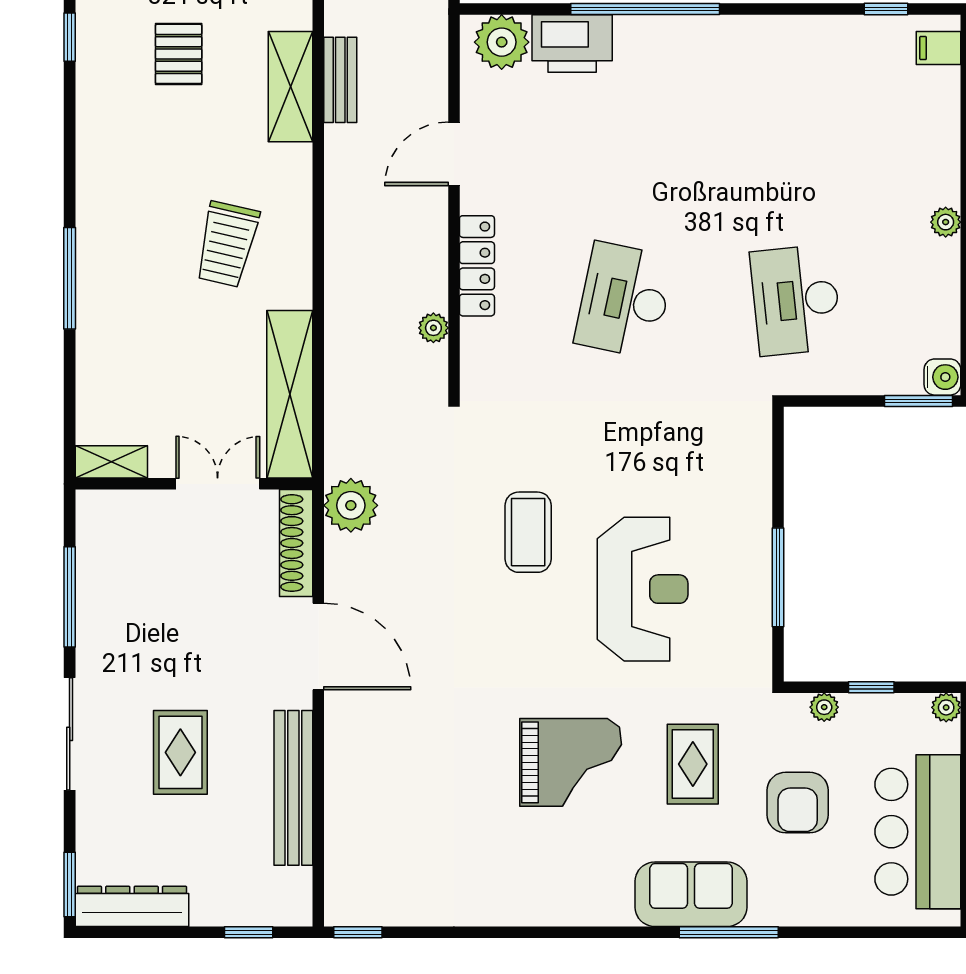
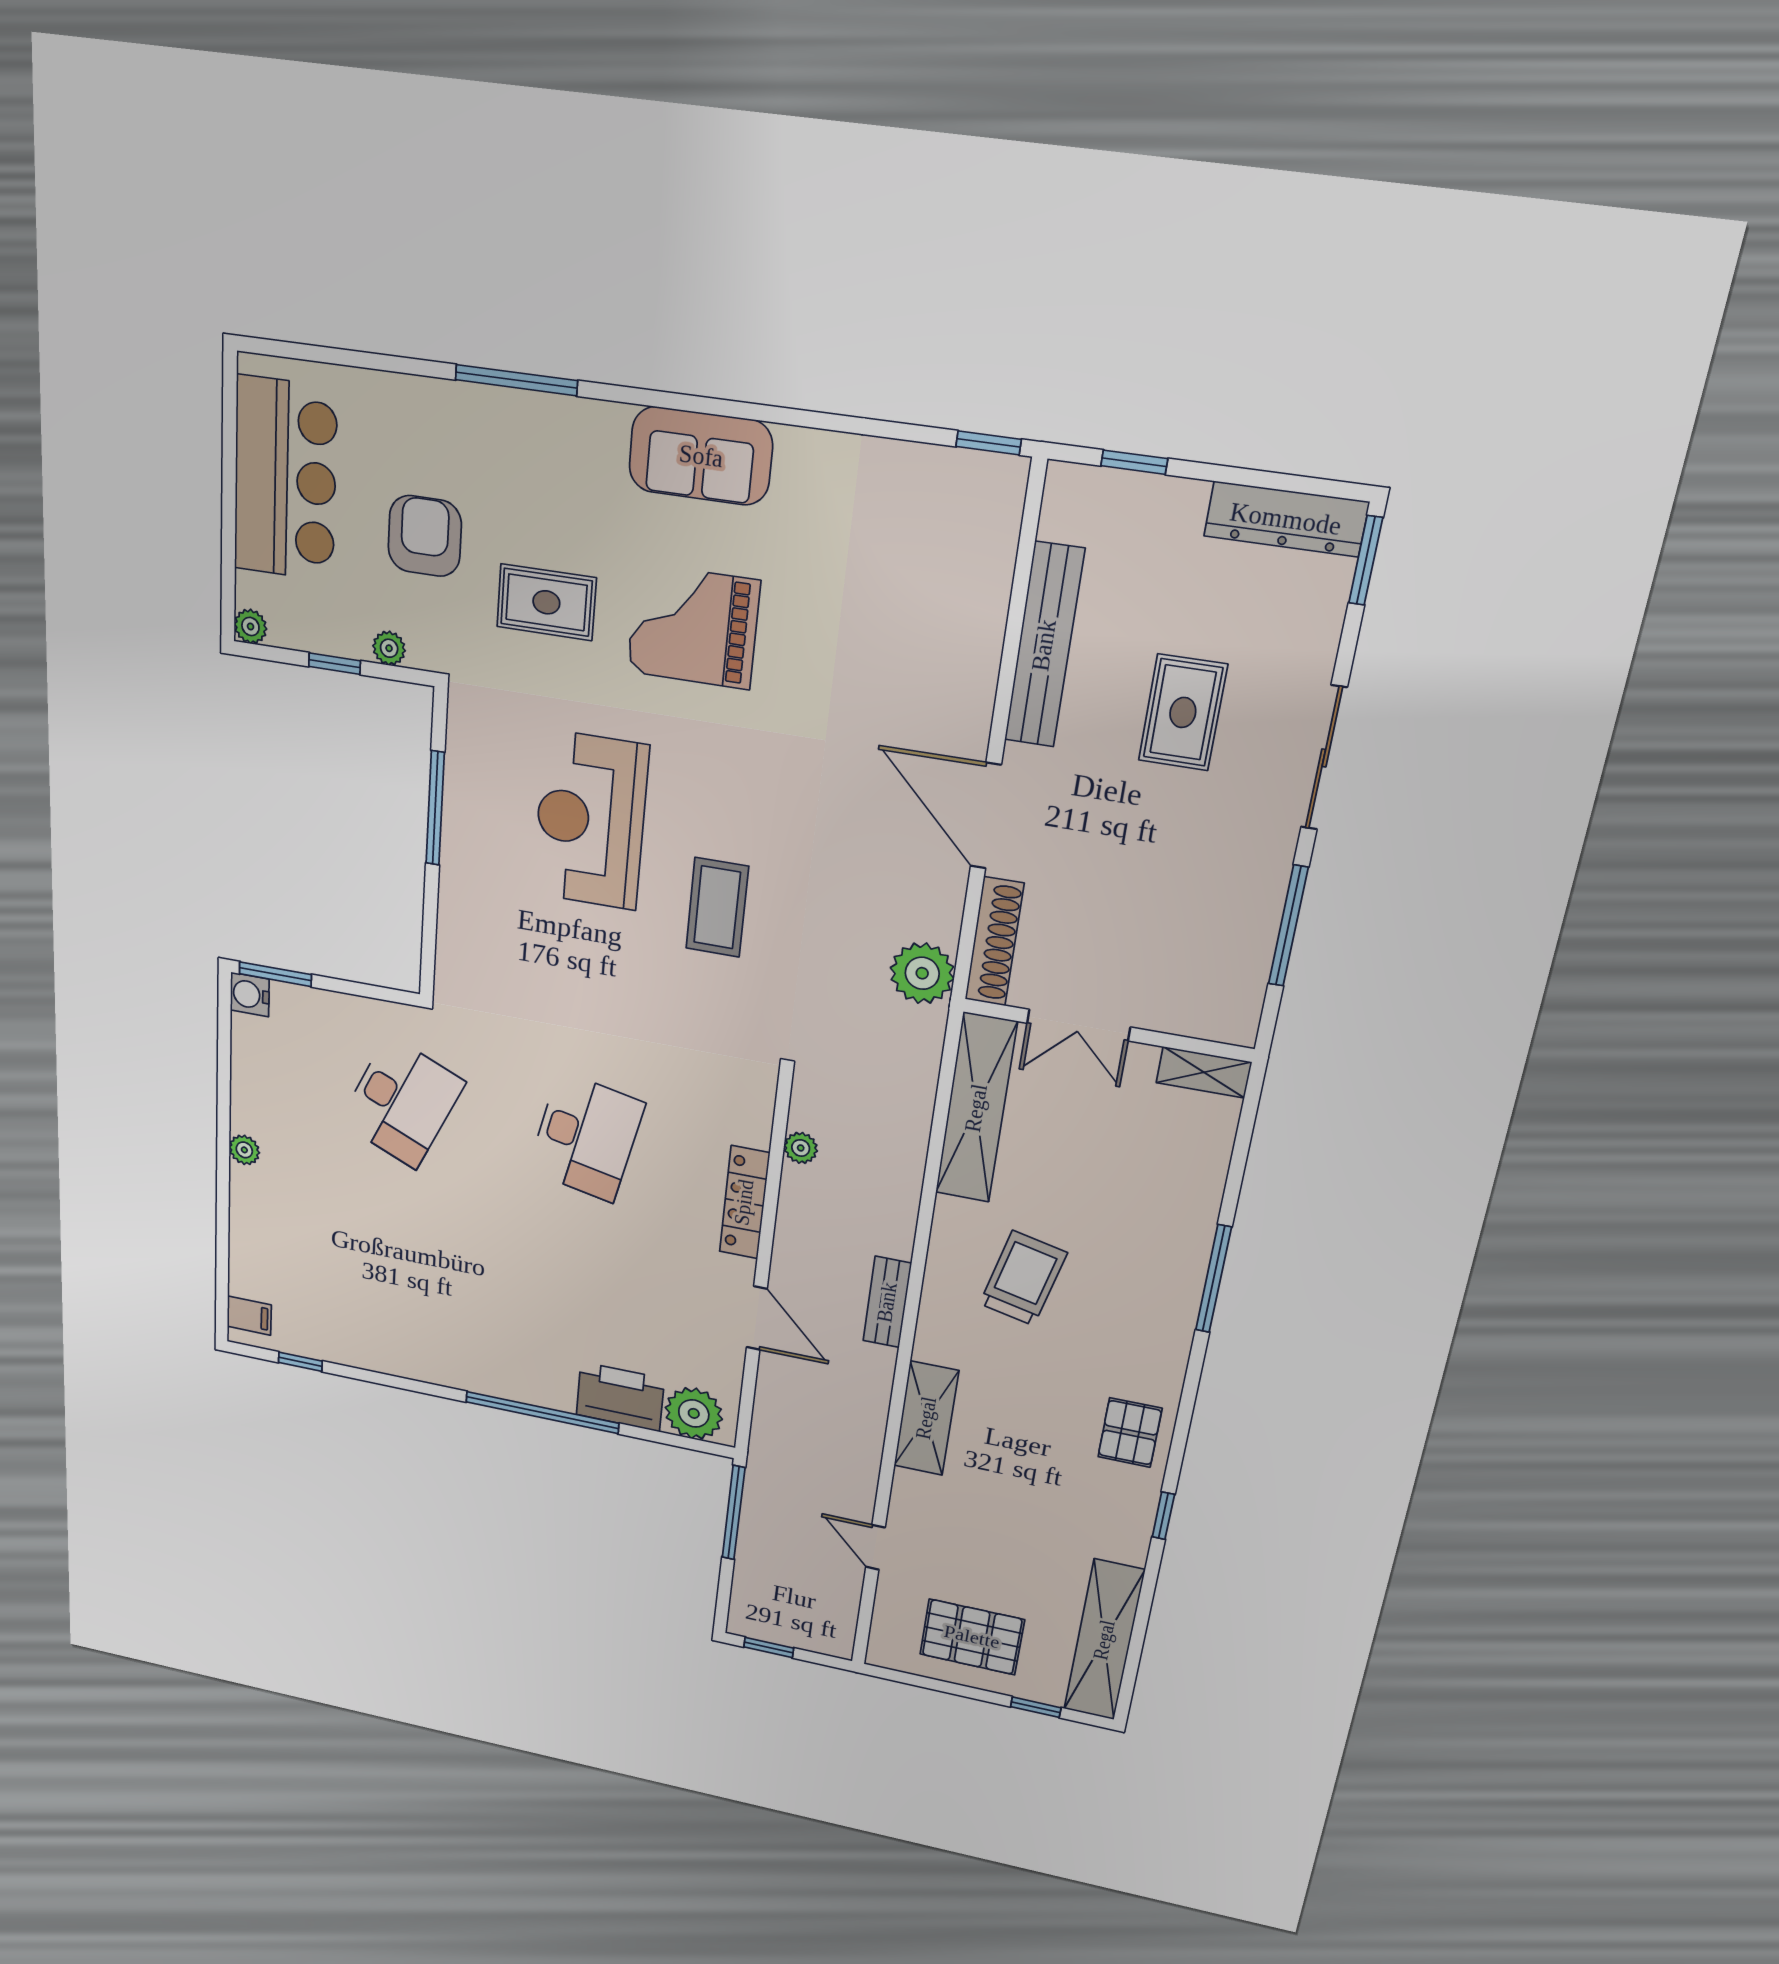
pallet: (179, 54) -> (1130, 1433), moved
bench: (340, 80) -> (887, 1302), moved
door: (454, 154) -> (757, 1318), hinge flipped
desk: (796, 300) -> (402, 1102), turned 30
rug: (693, 764) -> (546, 602), turned 90
sofa: (691, 894) -> (701, 456), moved

